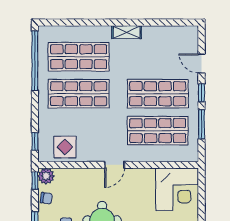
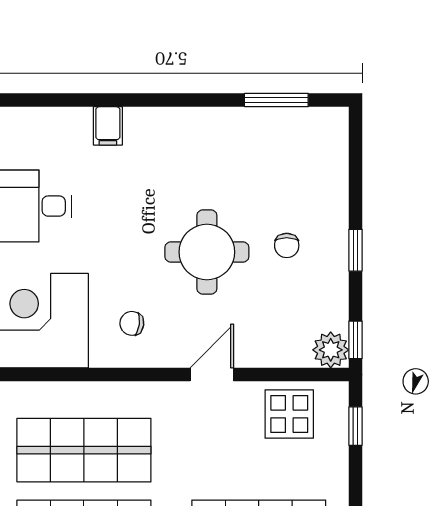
door: (115, 165) -> (212, 375), moved
chair: (46, 198) -> (132, 323), moved

